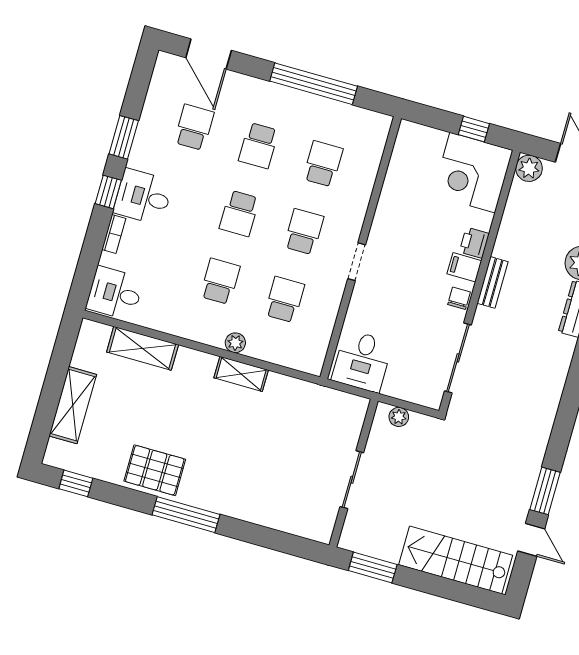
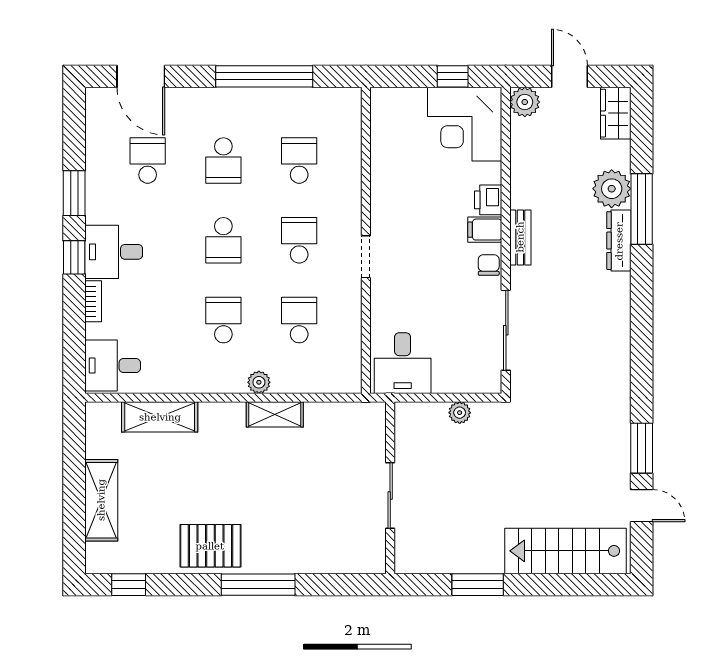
wall: (354, 473) -> (390, 488), moved
sliding door: (352, 480) -> (390, 495), moved

